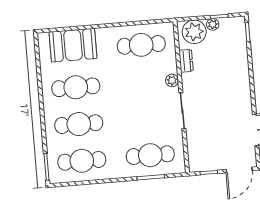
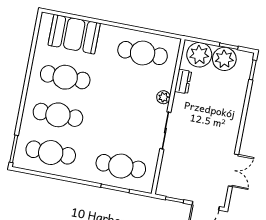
plant: (213, 24) -> (224, 59), width x1.87, depth x1.87

